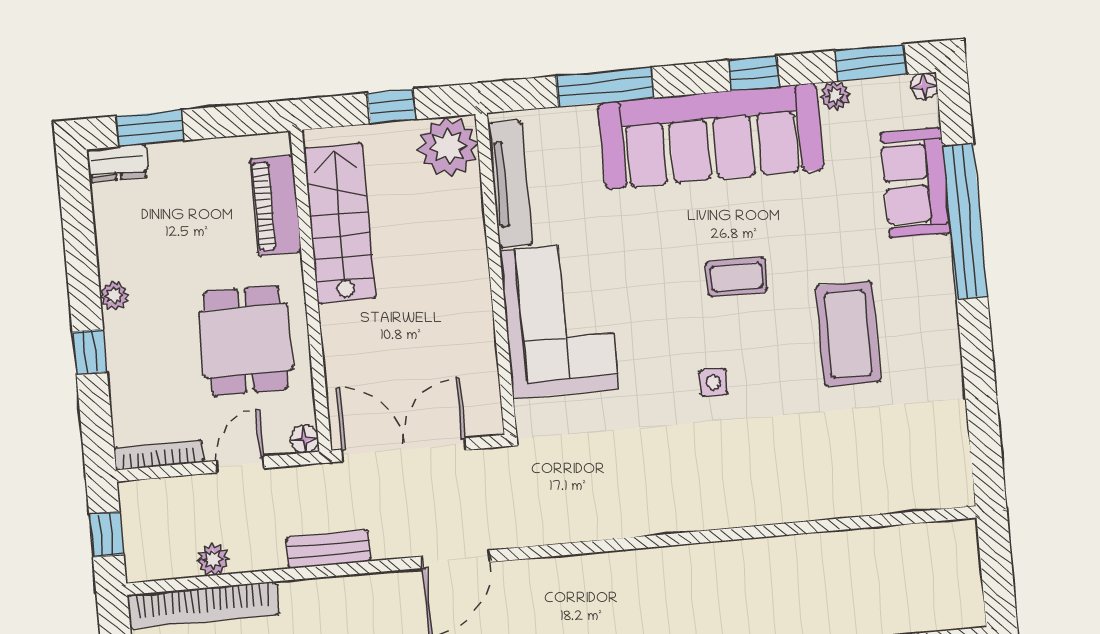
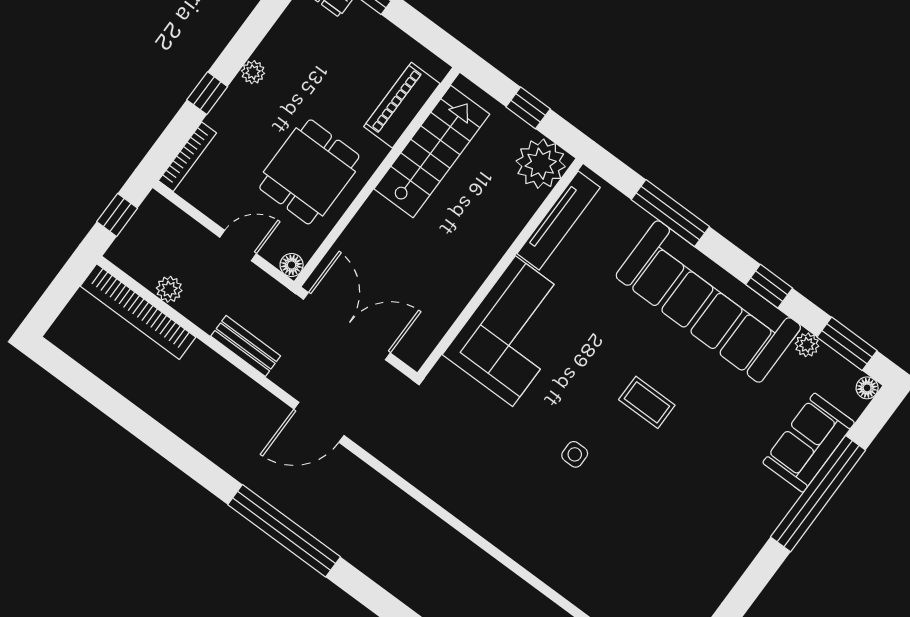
coffee table: (848, 334) -> (684, 499), removed
bookcase: (159, 455) -> (187, 157), moved, turned 90

